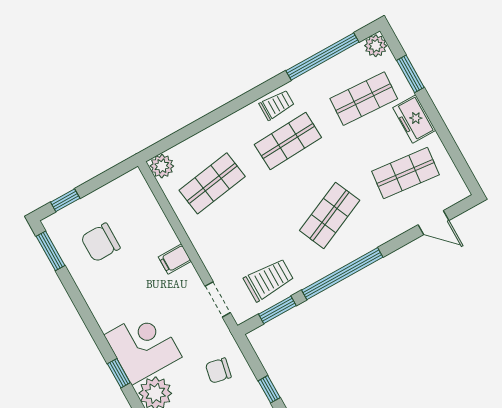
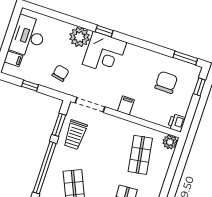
printer: (133, 182) -> (177, 123), added
doorway: (218, 299) -> (90, 105), width x1.38

